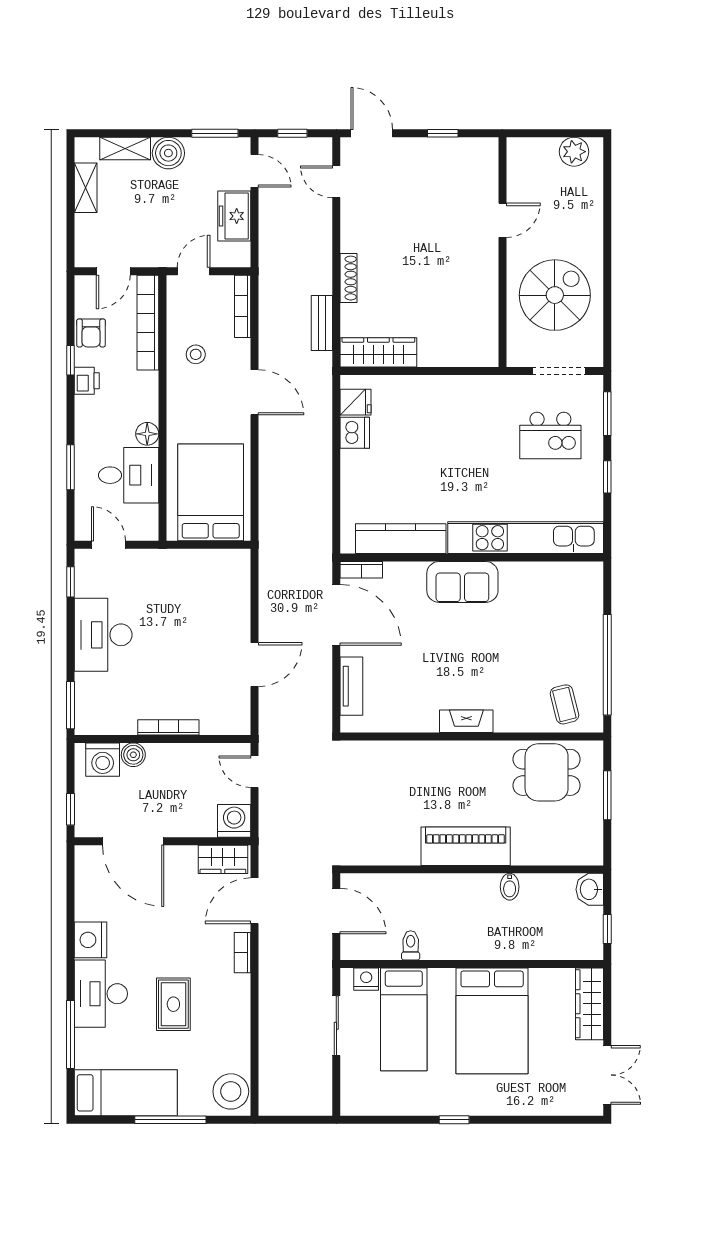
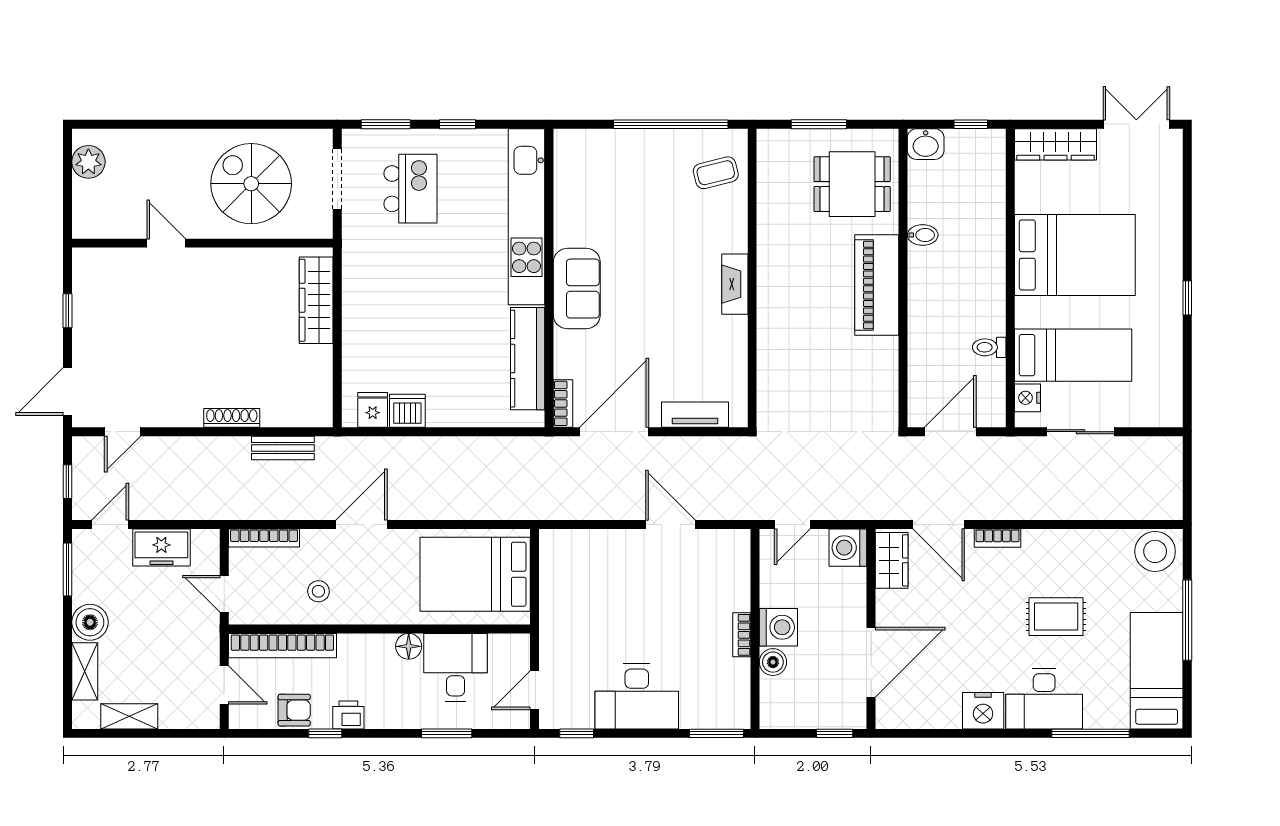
wardrobe: (378, 352) -> (316, 300), moved
bookcase: (168, 727) -> (742, 635), width x0.64
washing machine: (103, 760) -> (778, 627), moved
dining table: (547, 772) -> (852, 184), moved, turned 90

